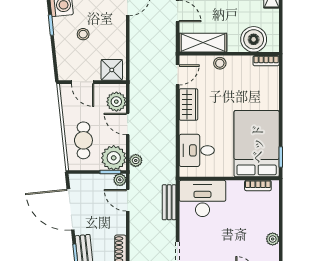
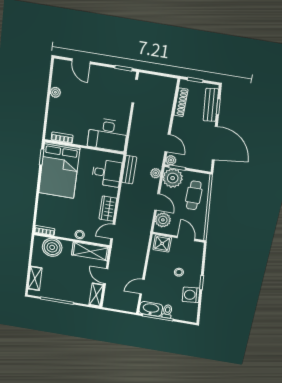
bench: (169, 202) -> (129, 170), moved

